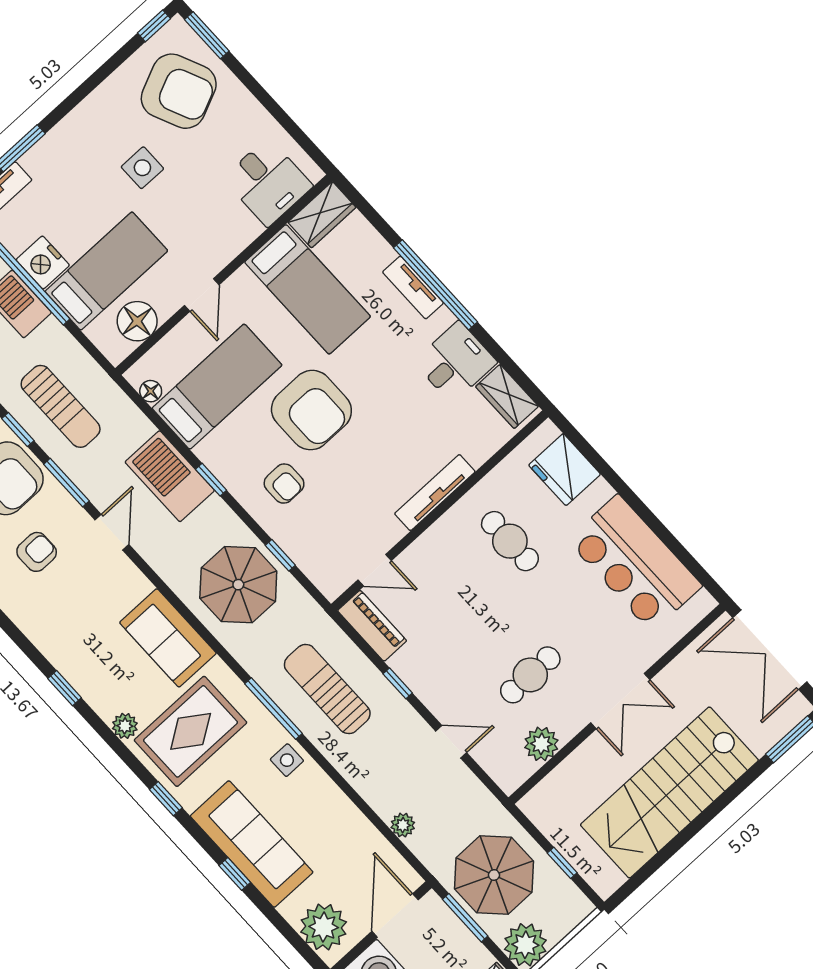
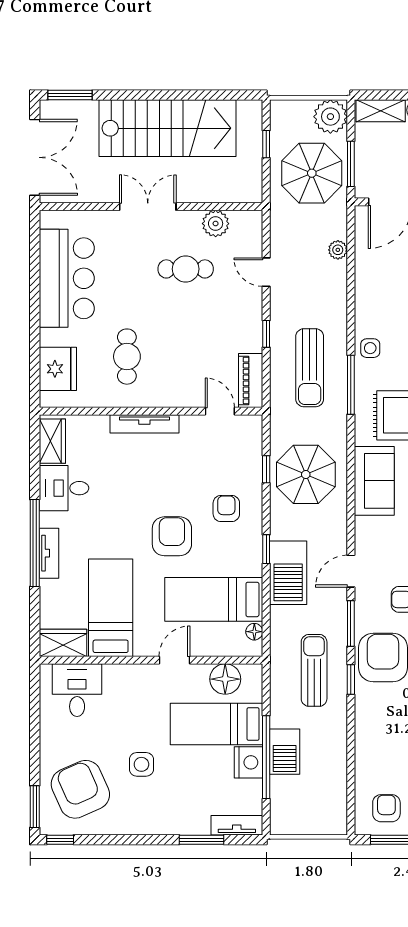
armchair: (311, 410) -> (172, 536), width x0.73, depth x0.73

